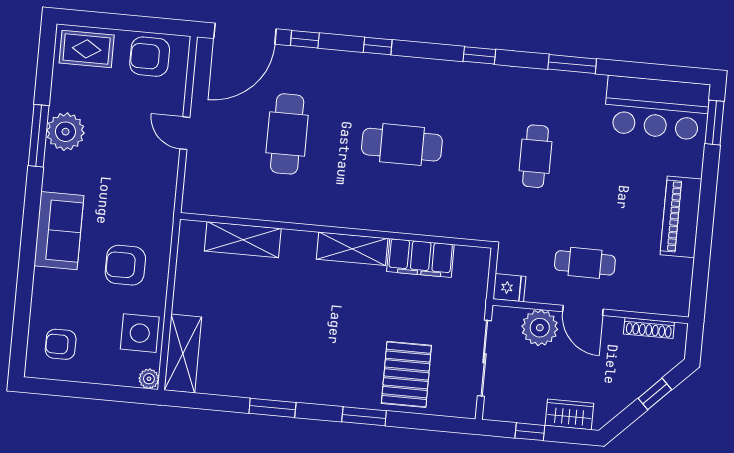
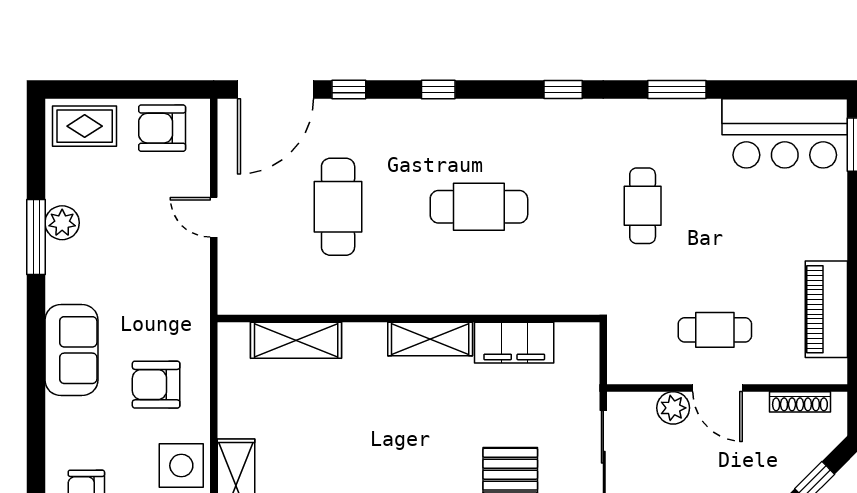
plant: (66, 132) -> (62, 223), width x0.73, depth x0.73
piano: (681, 217) -> (826, 309), moved
fridge: (509, 288) -> (626, 369), removed
plant: (540, 328) -> (673, 408), width x0.73, depth x0.73

